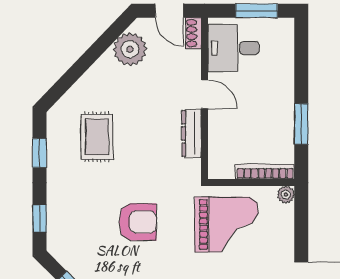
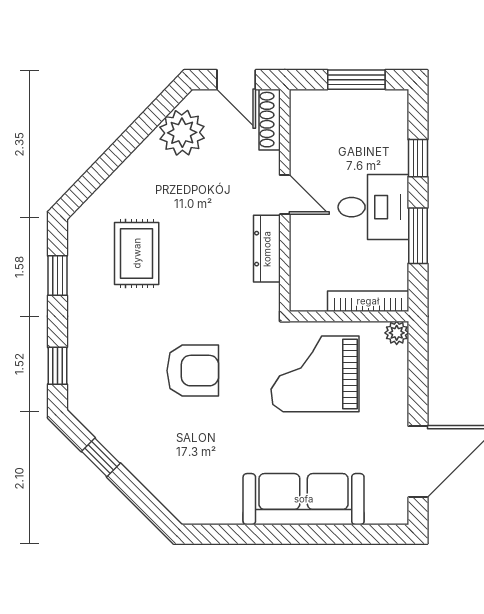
shoe rack: (194, 33) -> (270, 120), width x1.43
desk: (233, 48) -> (373, 207), moved, turned 180
window: (301, 68) -> (418, 158), added
grand piano: (226, 224) -> (315, 374), turned 180

